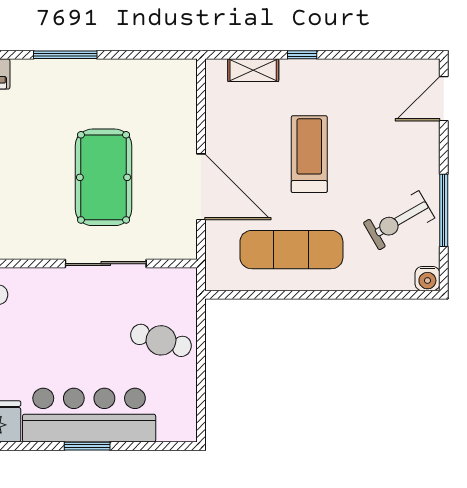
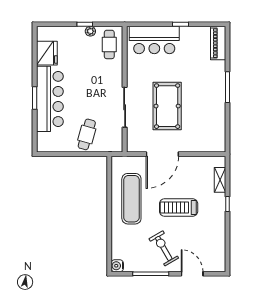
door: (444, 99) -> (192, 274), moved
treadmill: (309, 154) -> (179, 207), turned 180
pool table: (104, 177) -> (167, 106), turned 90
exercise bike: (399, 220) -> (164, 248), moved

